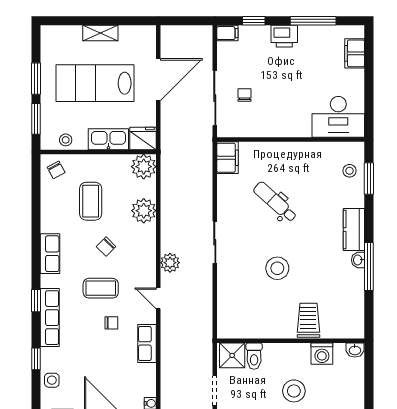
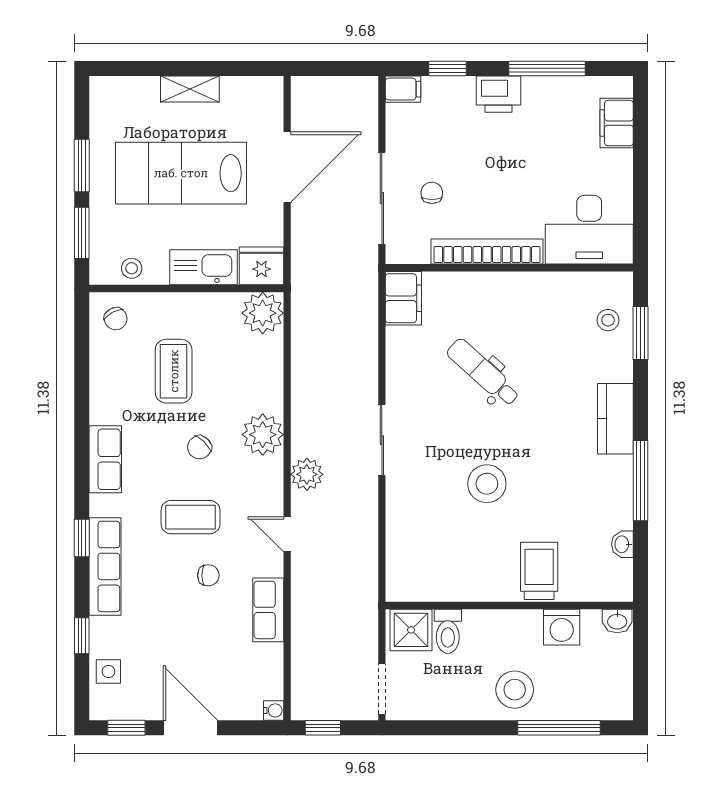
bookcase: (277, 130) -> (487, 252), added
plant: (144, 211) -> (263, 435), moved
washbasin: (358, 260) -> (622, 544), moved

